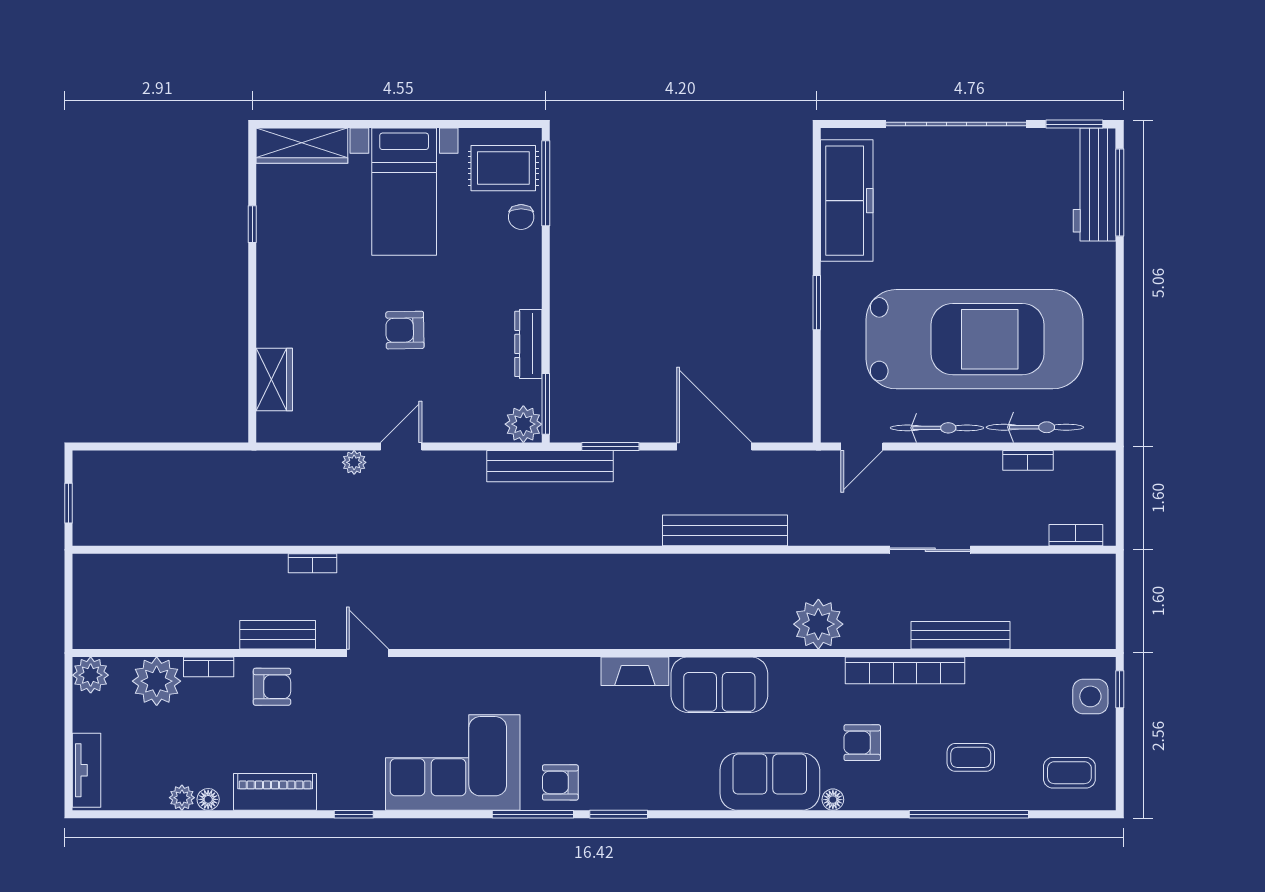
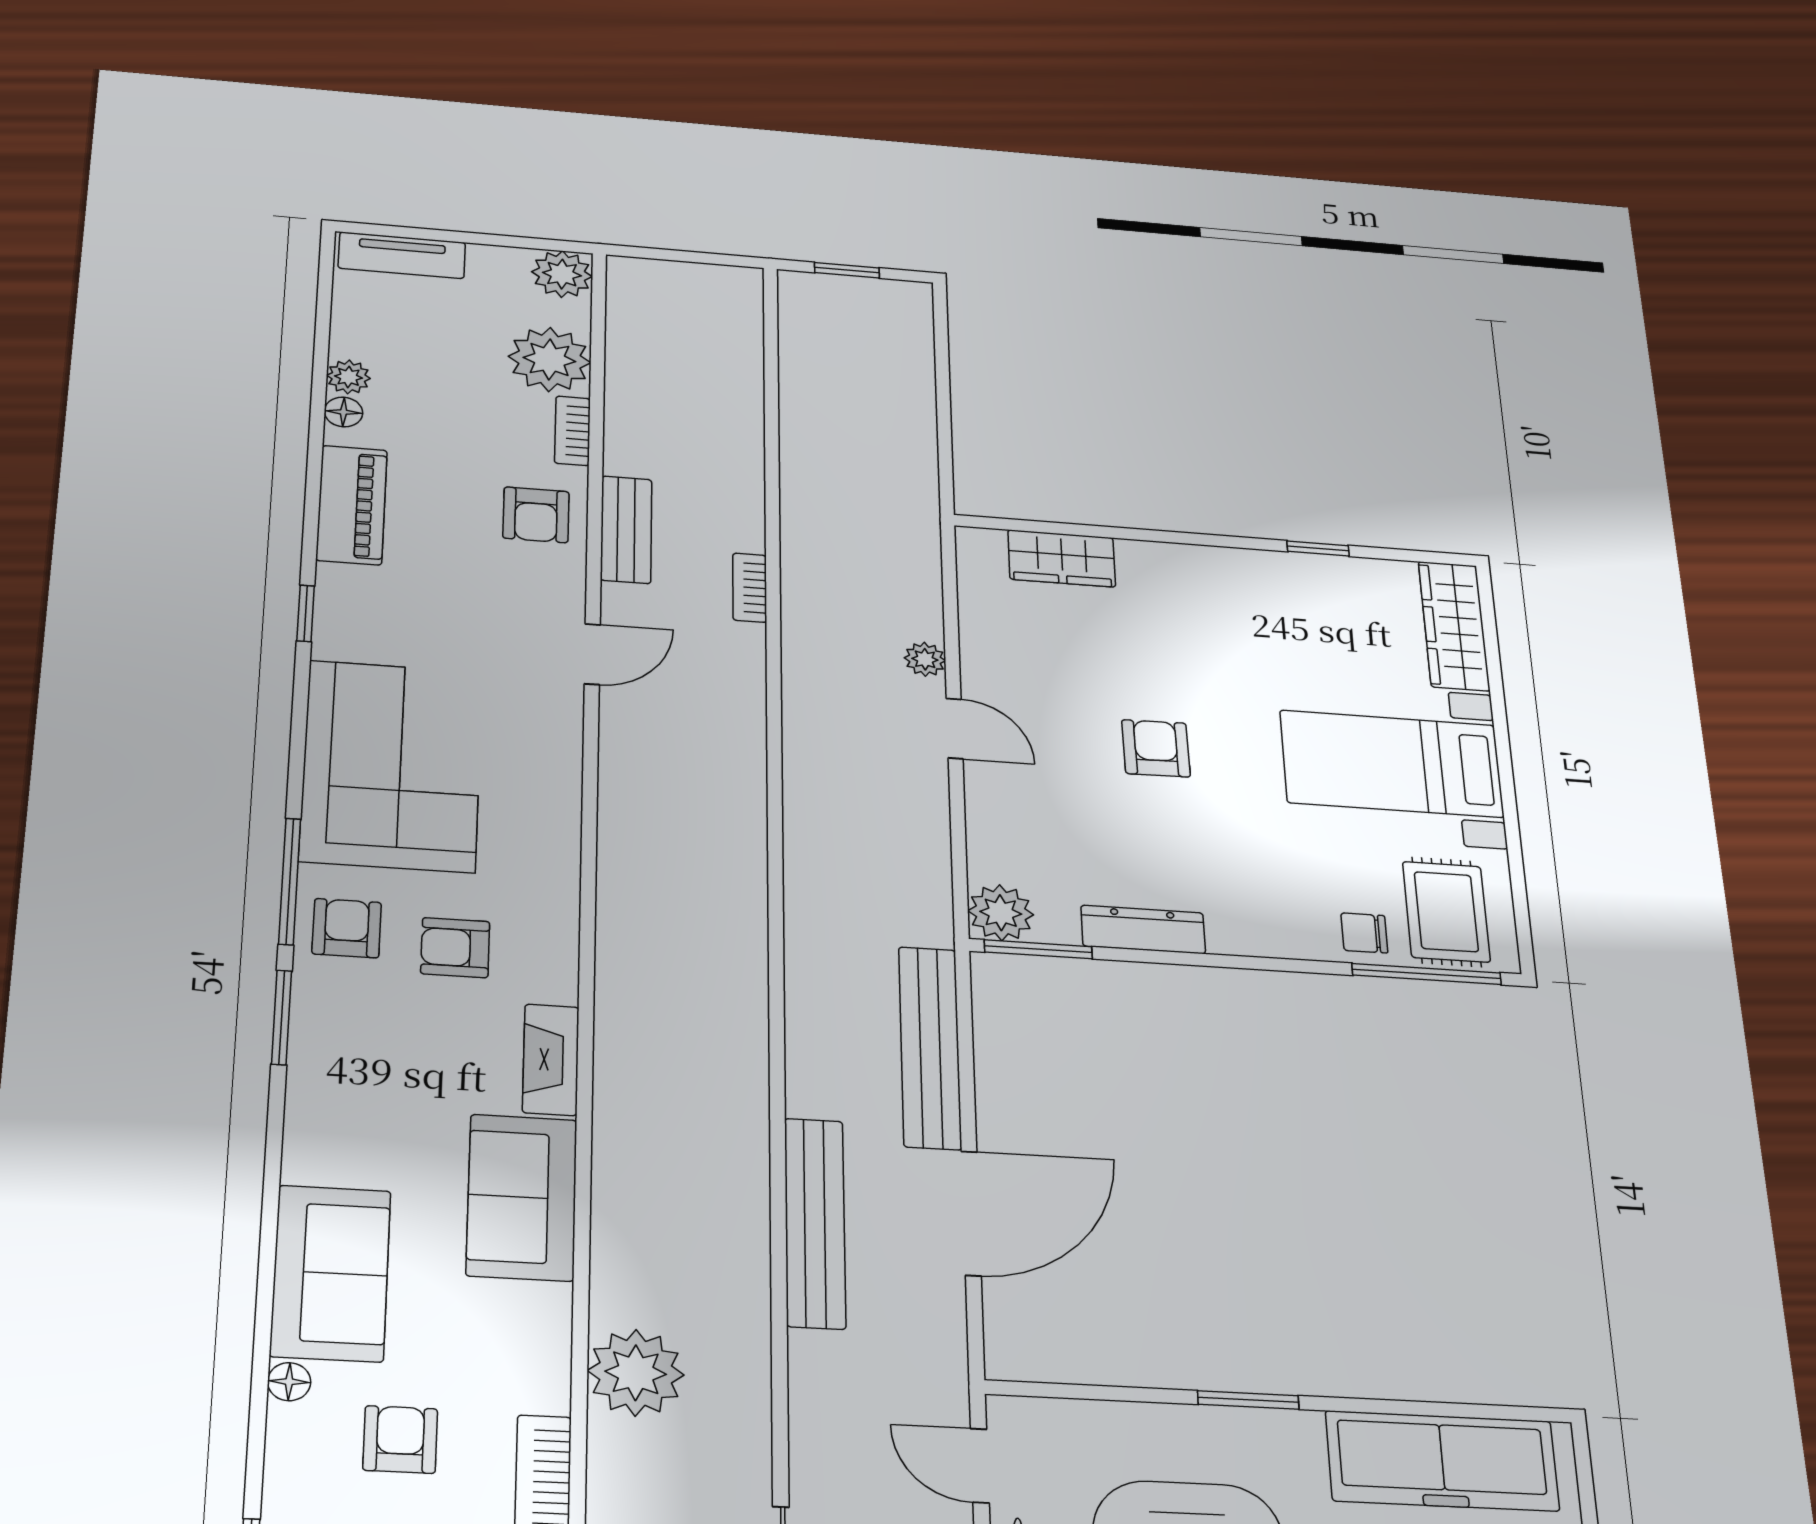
window: (610, 447) -> (965, 1045), removed
bench: (550, 466) -> (930, 1047), moved
armchair: (568, 724) -> (455, 948), added

